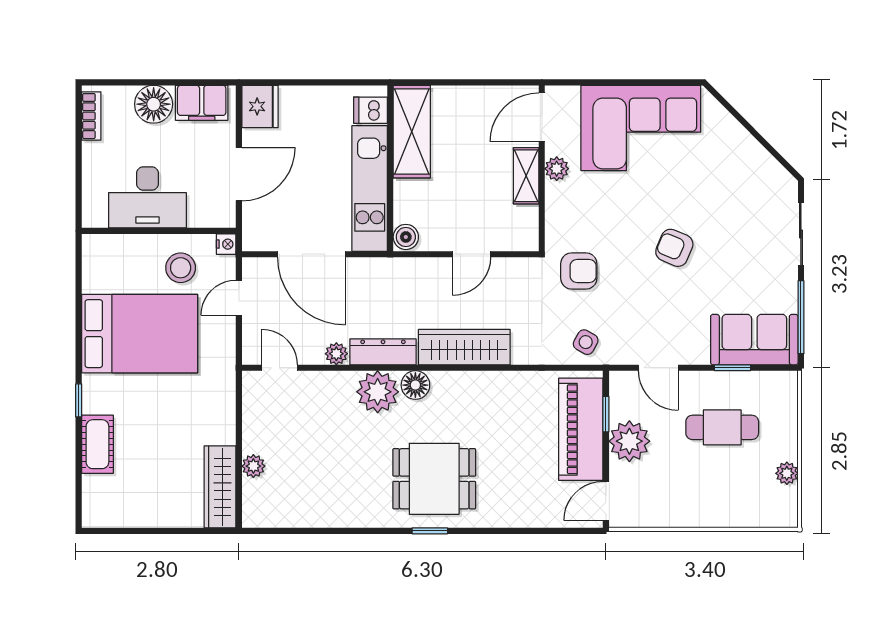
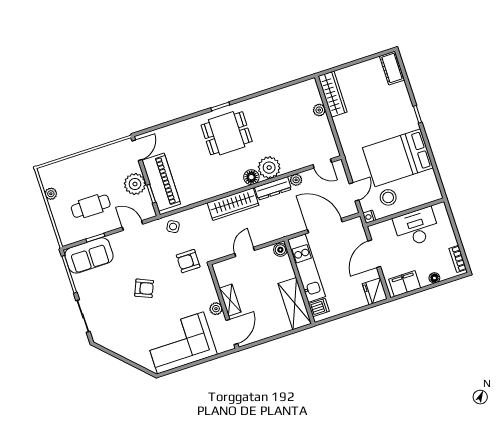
floor lamp: (154, 104) -> (434, 278), width x0.53, depth x0.53
cot: (97, 444) -> (392, 68), moved

